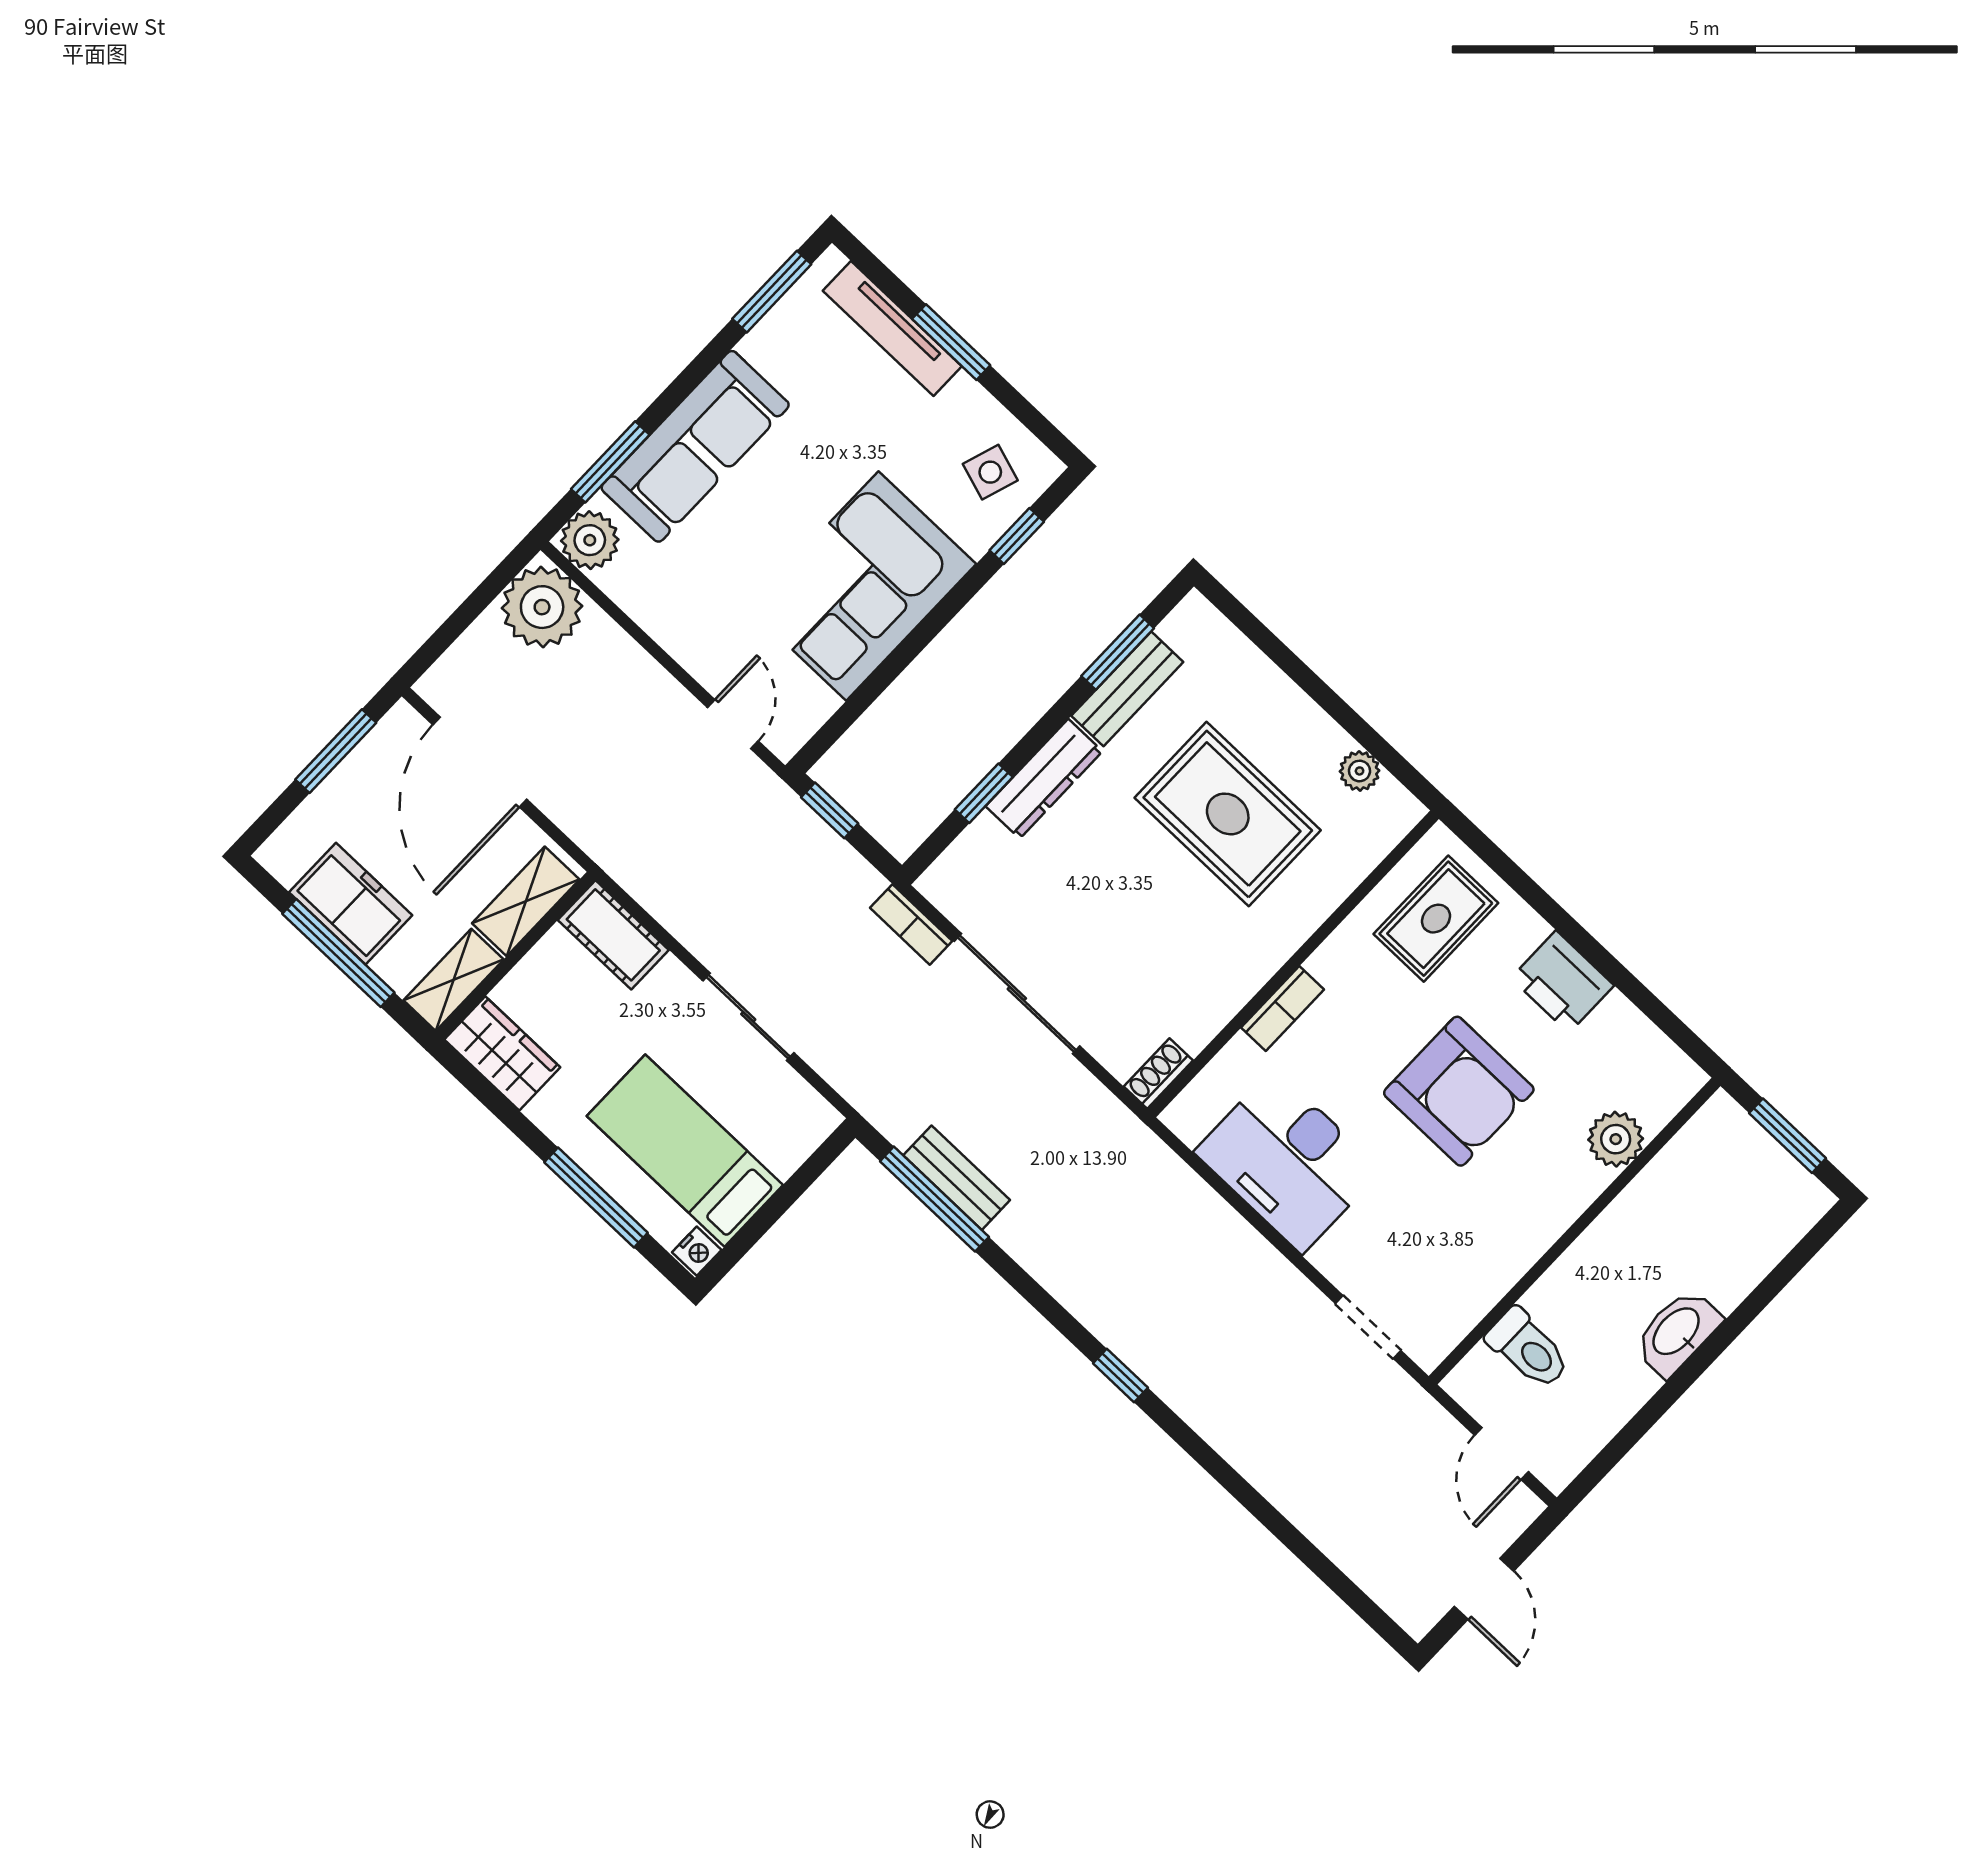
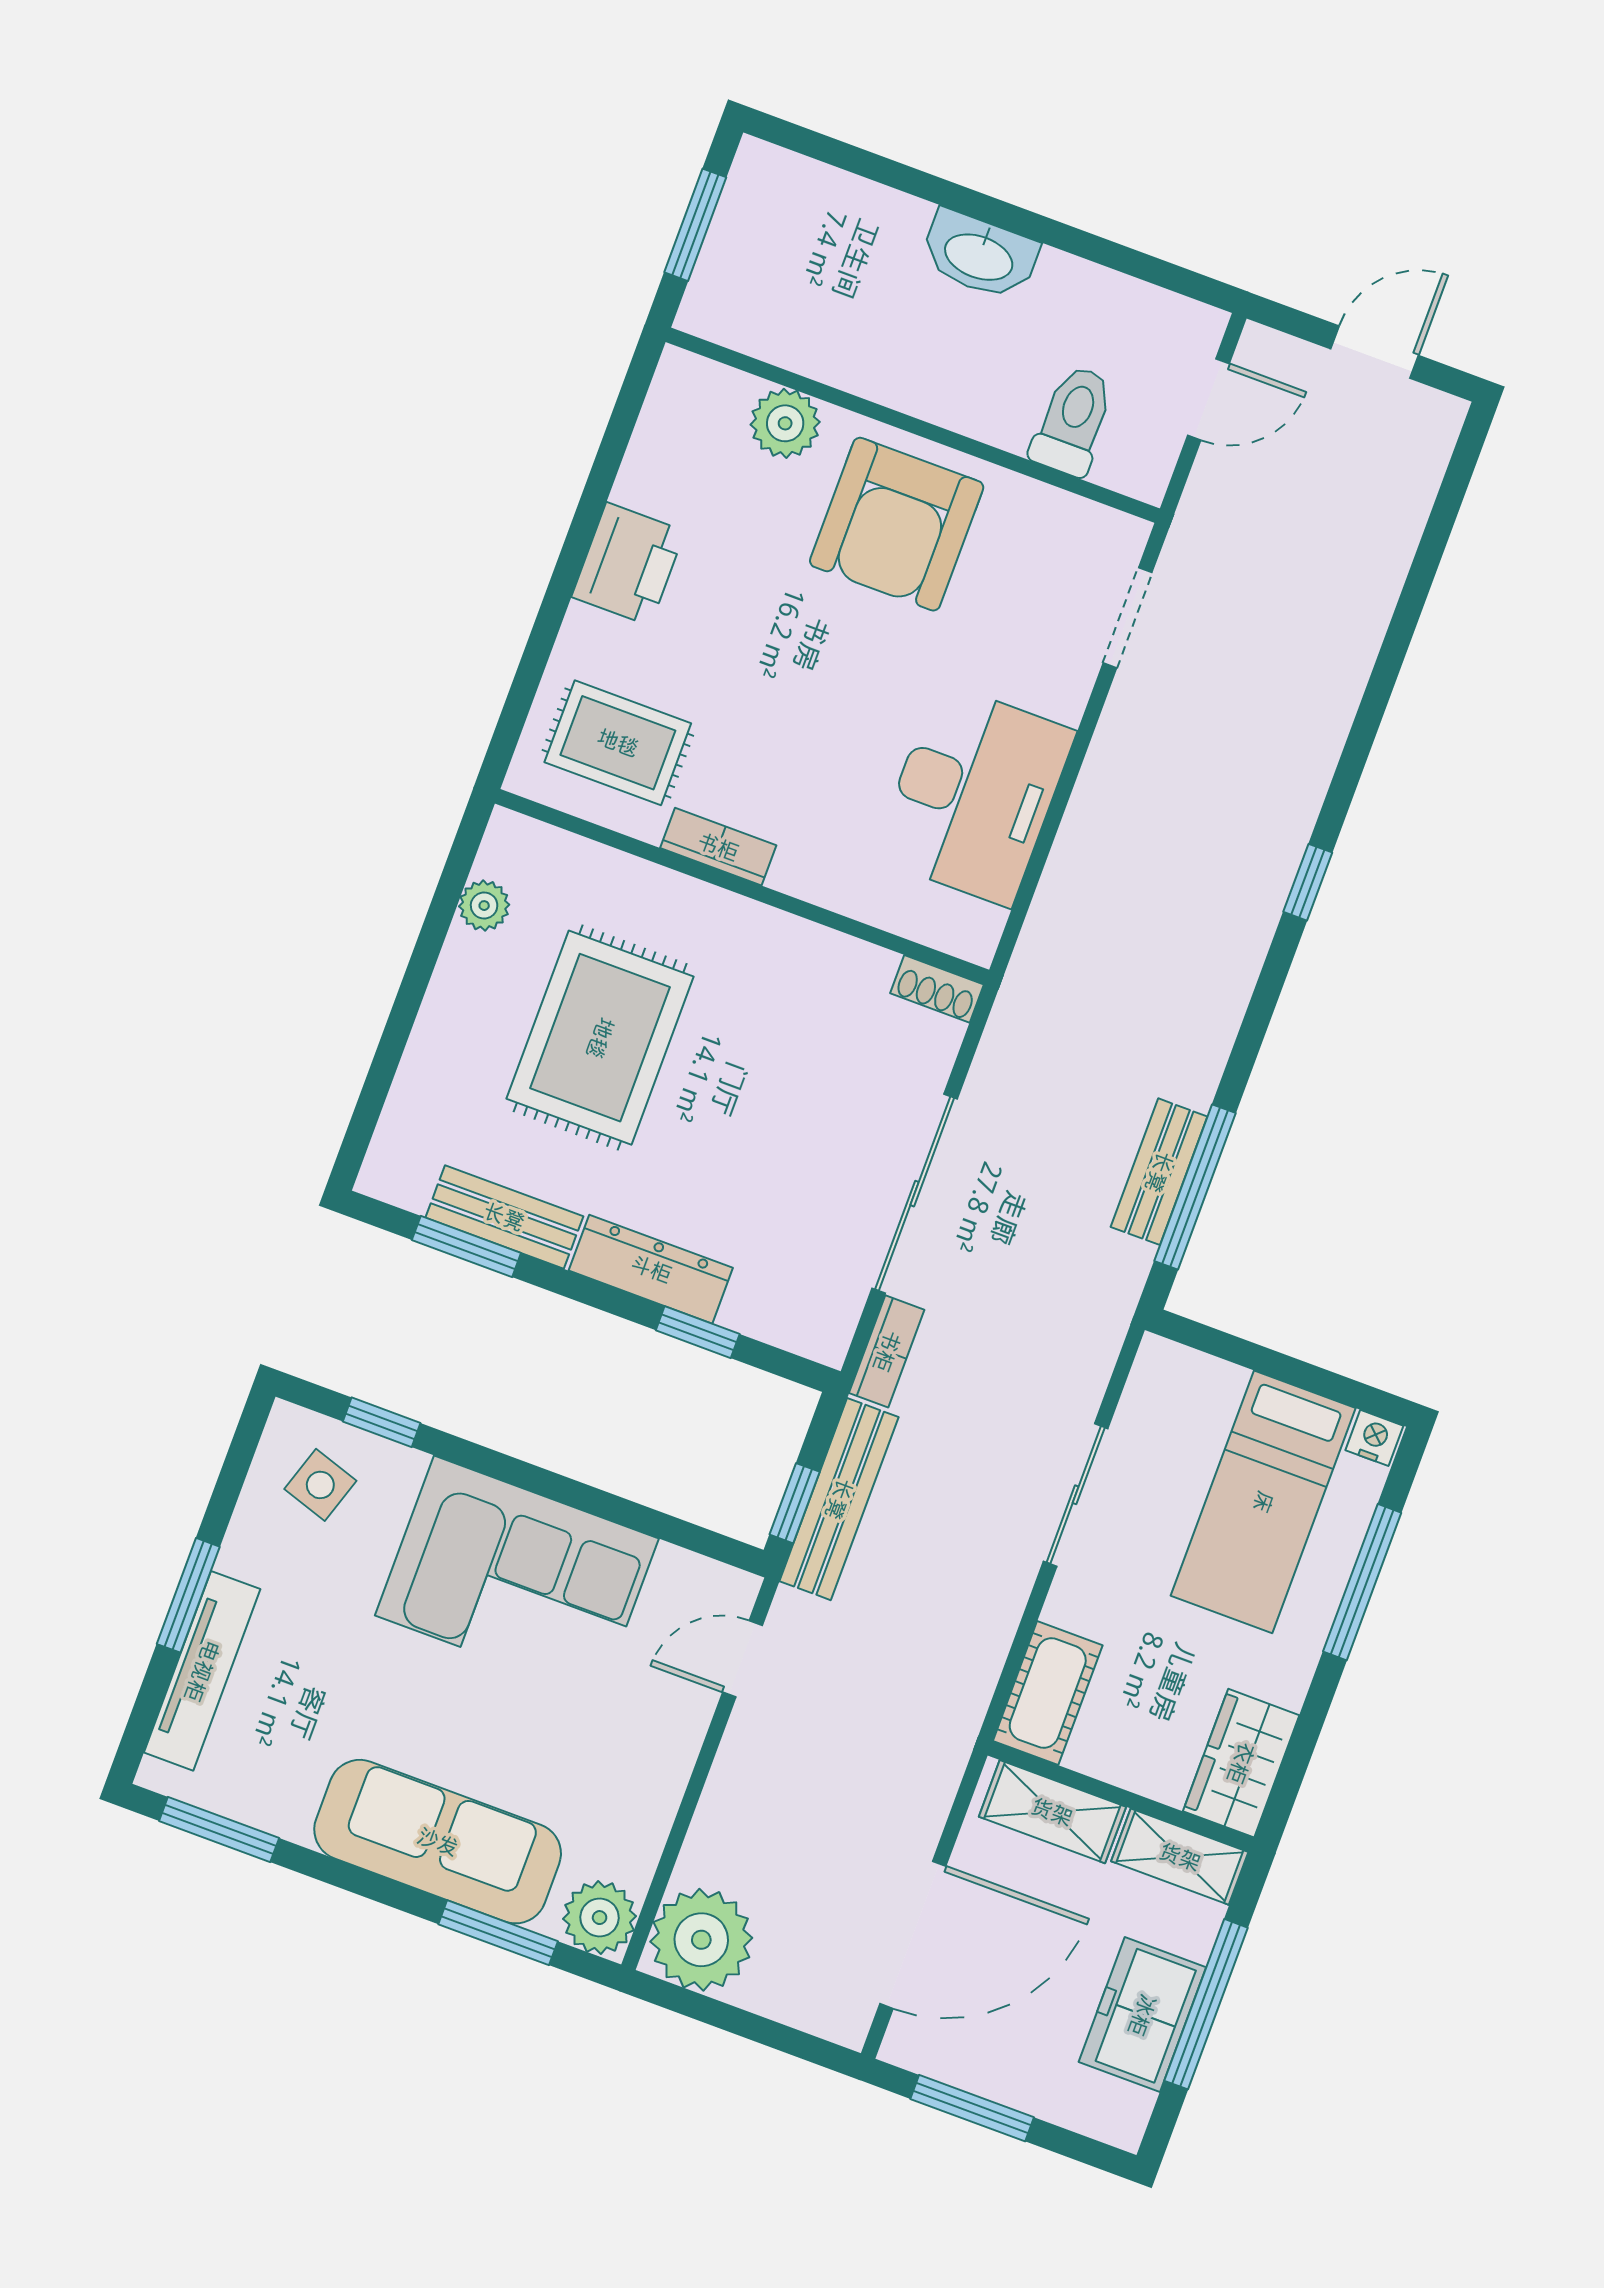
bench: (819, 844) -> (839, 1499), added
bookcase: (1283, 1009) -> (718, 847), moved
armchair: (1459, 1091) -> (897, 524), moved, turned 180

